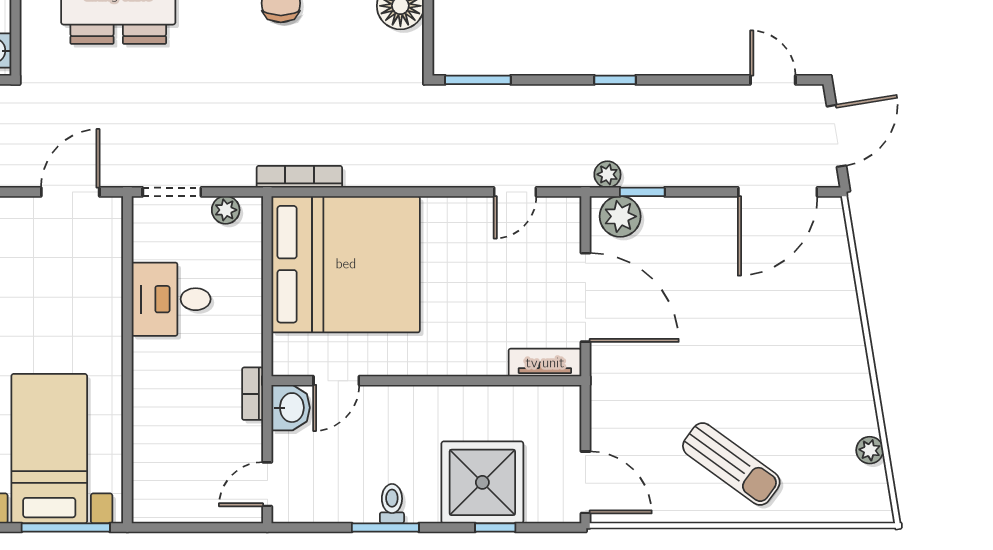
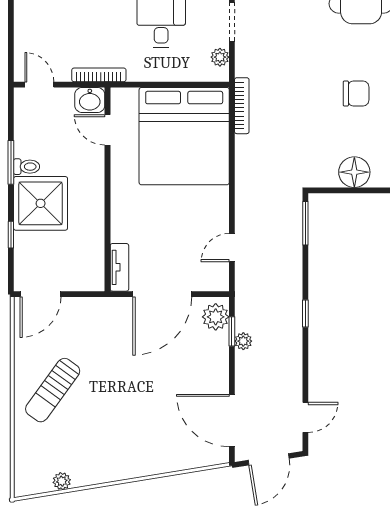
door: (836, 136) -> (269, 459), hinge flipped
plant: (607, 174) -> (243, 341), moved
door: (515, 192) -> (232, 248), hinge flipped
bookcase: (253, 394) -> (99, 75), width x1.56
shower: (482, 482) -> (41, 203), moved

